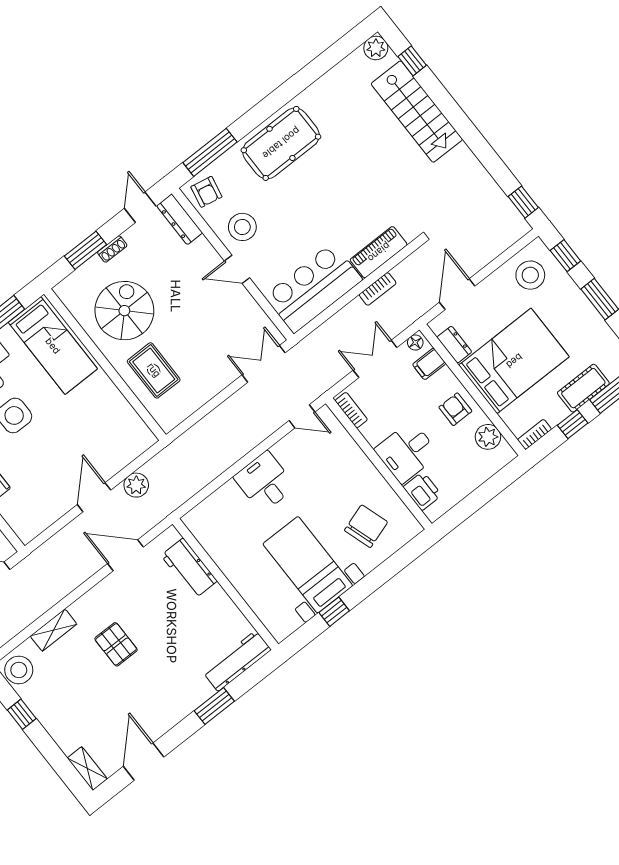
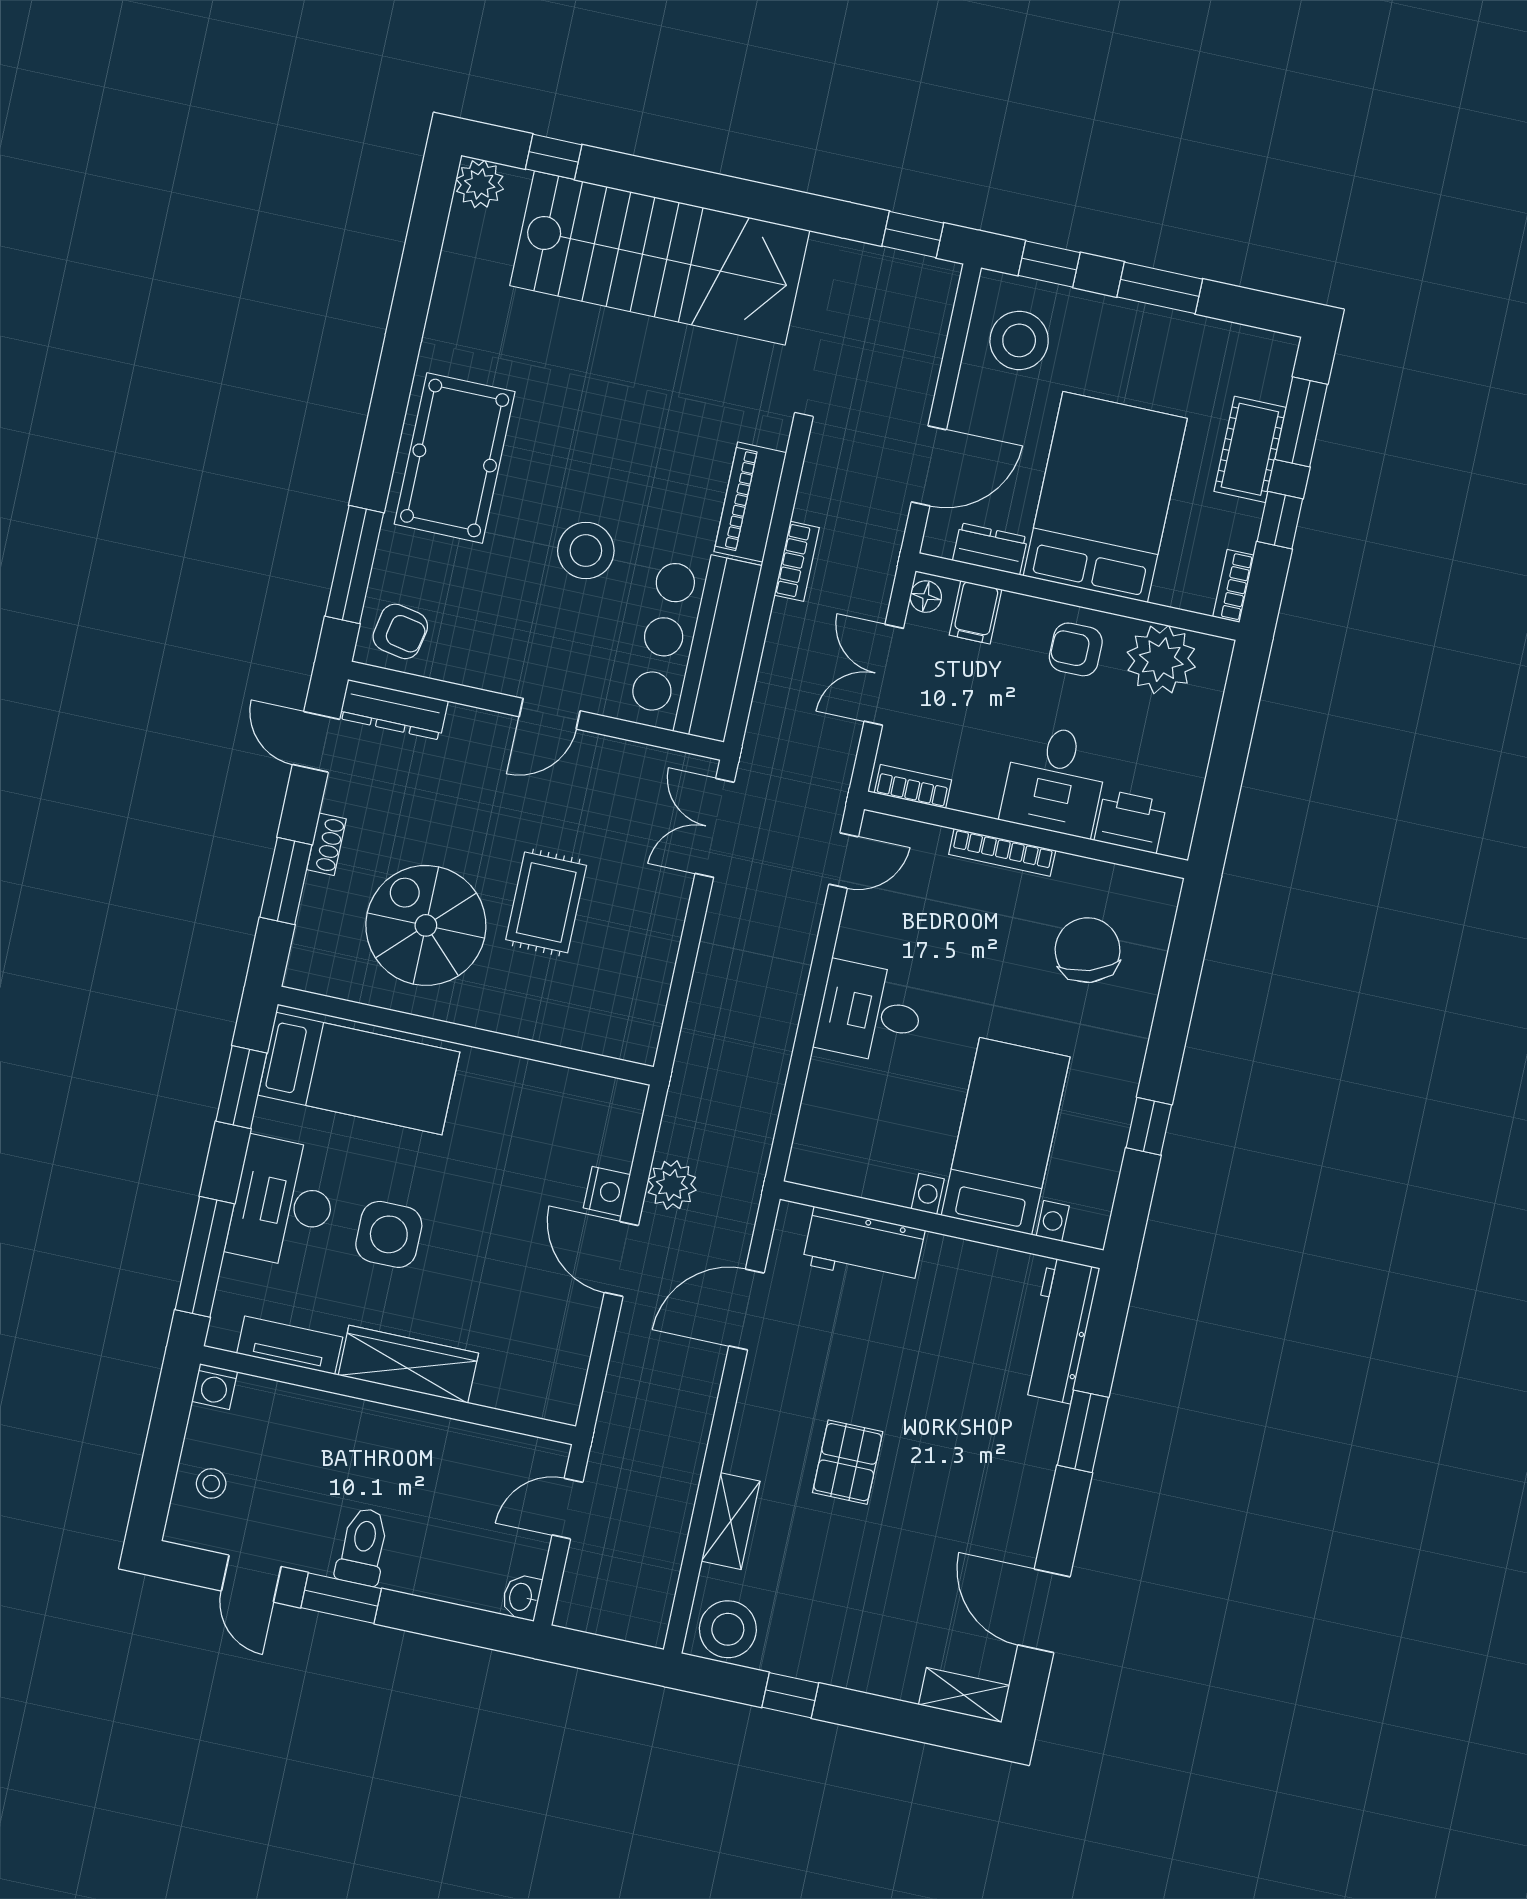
stairs: (417, 112) -> (660, 258), width x1.36, depth x1.51
stool: (242, 227) -> (586, 551), moved
door: (457, 294) -> (929, 466), swing flipped
rug: (154, 370) -> (546, 902), moved, turned 90
plant: (488, 437) -> (1161, 660), width x1.36, depth x1.36
bookcase: (364, 463) -> (1002, 852), added
nightstand: (110, 467) -> (607, 1191), added
bed with nightstands: (308, 565) -> (1006, 1136), moved, turned 90
pallet: (116, 644) -> (848, 1462), turned 90

